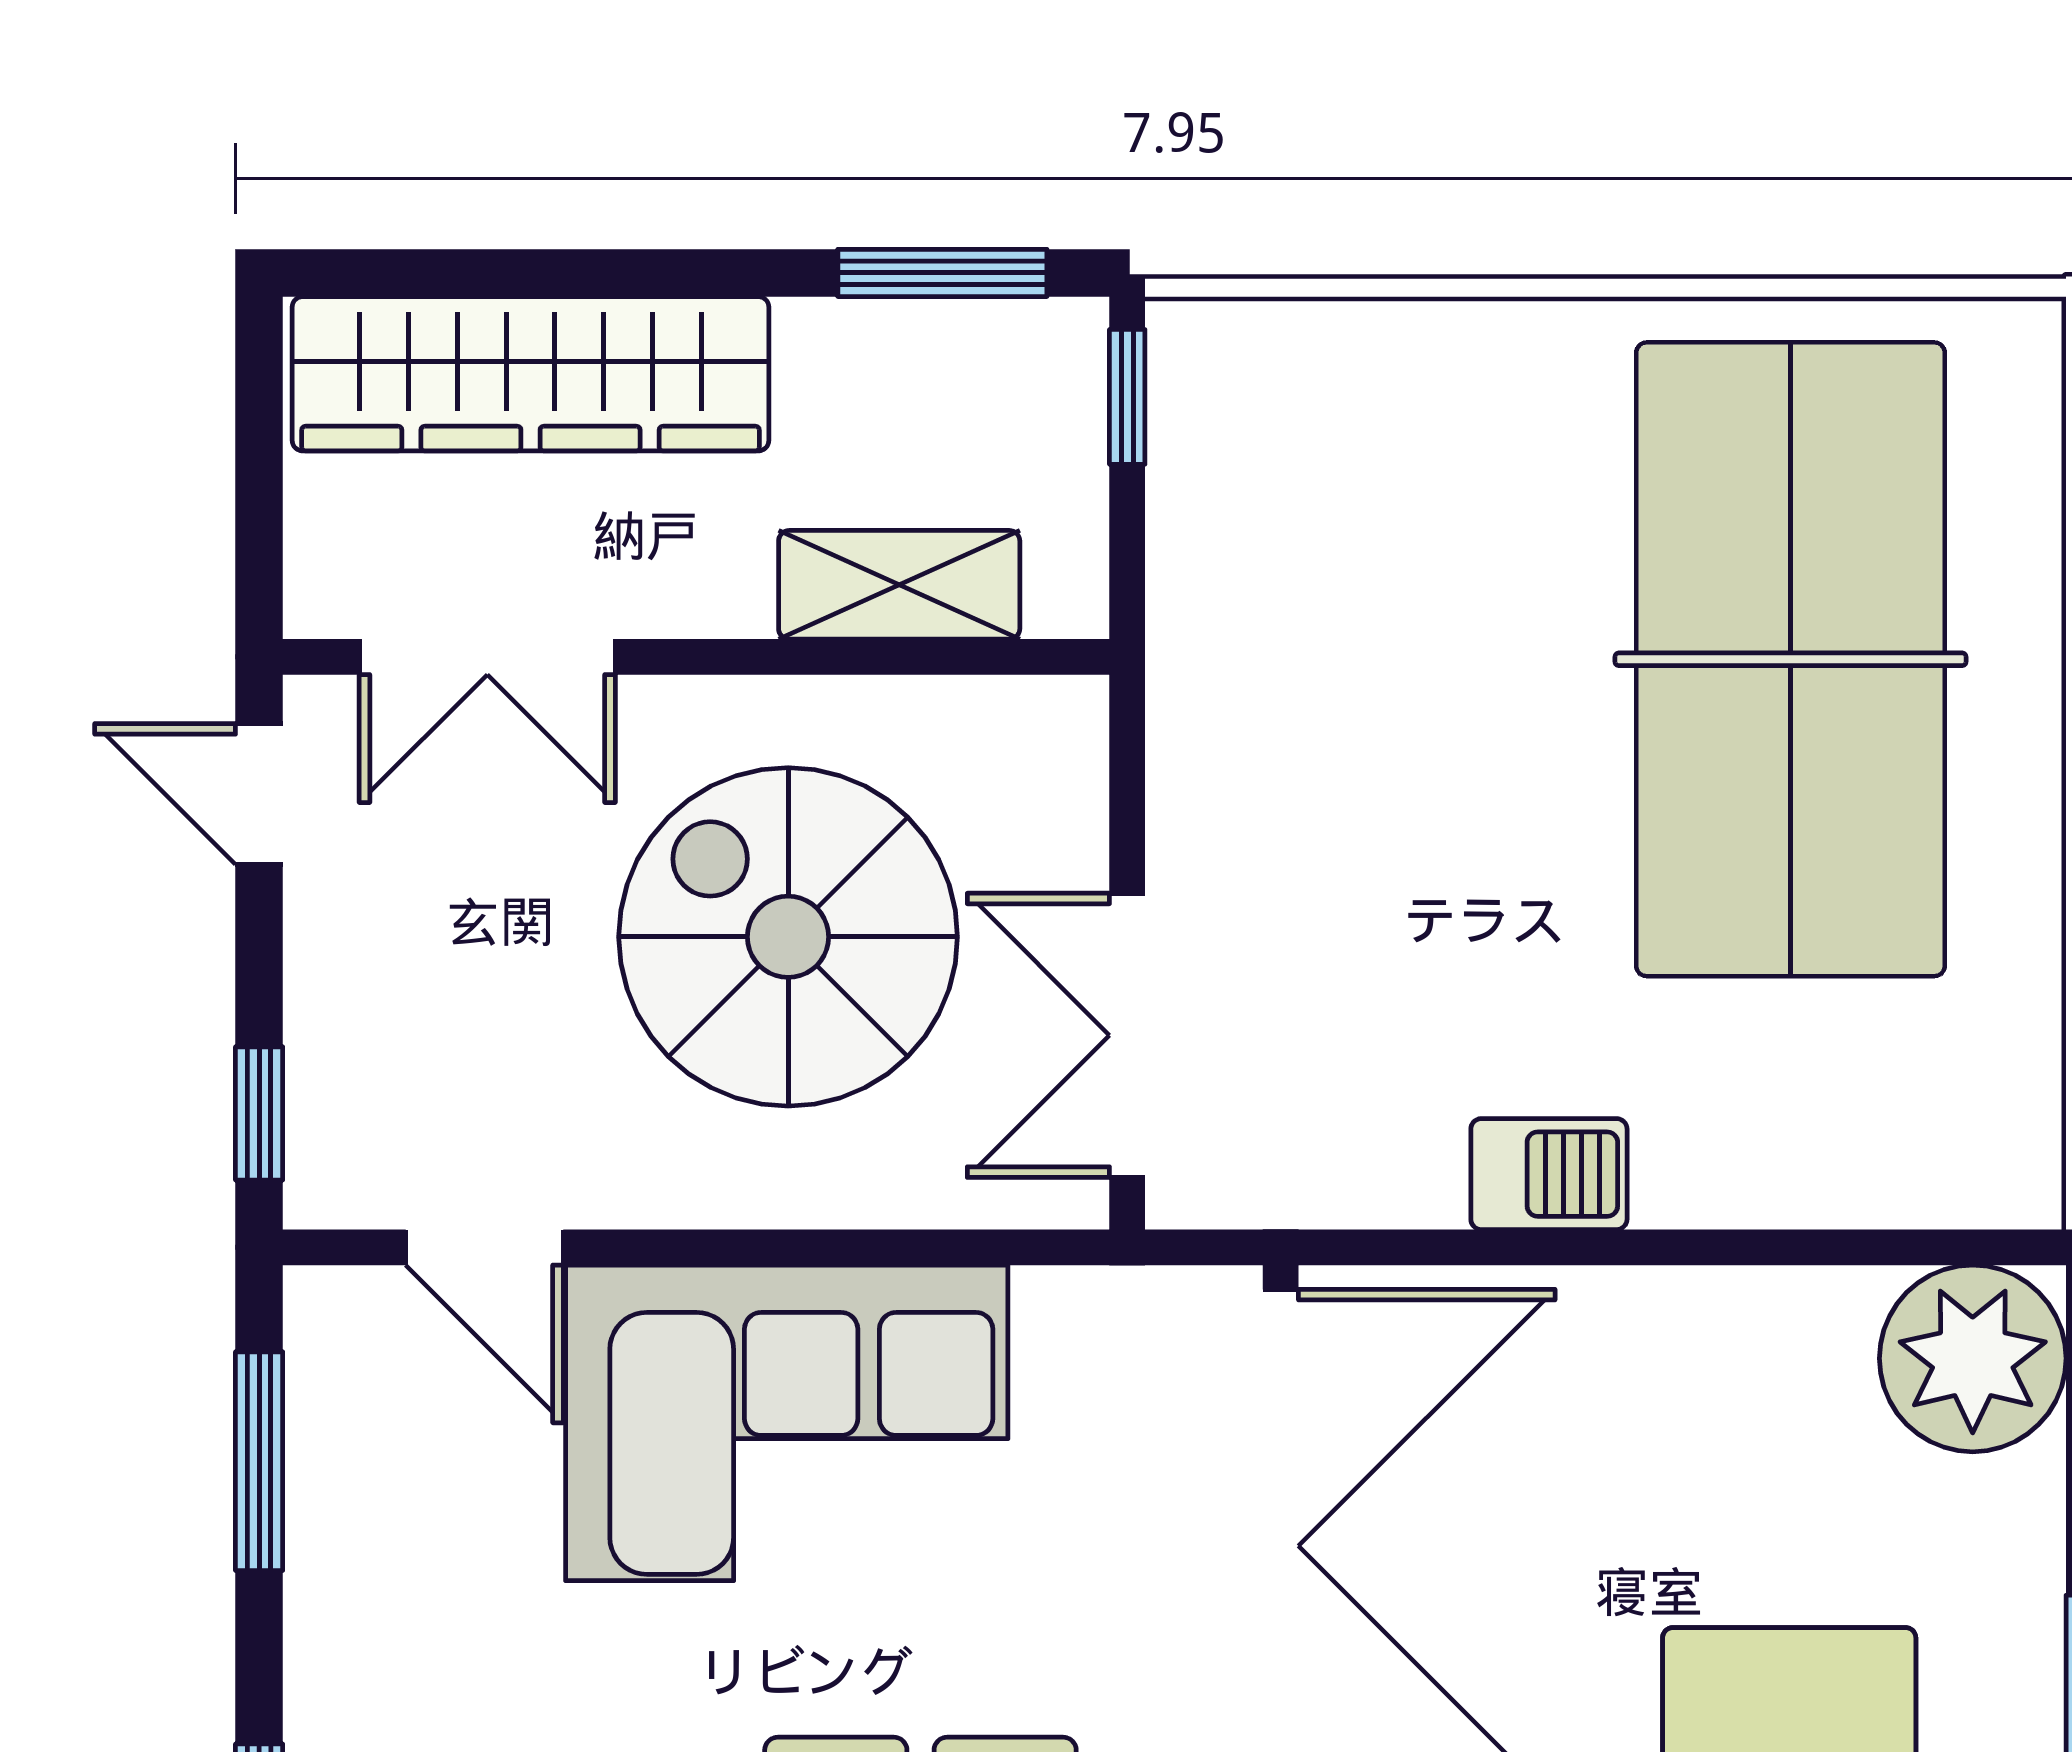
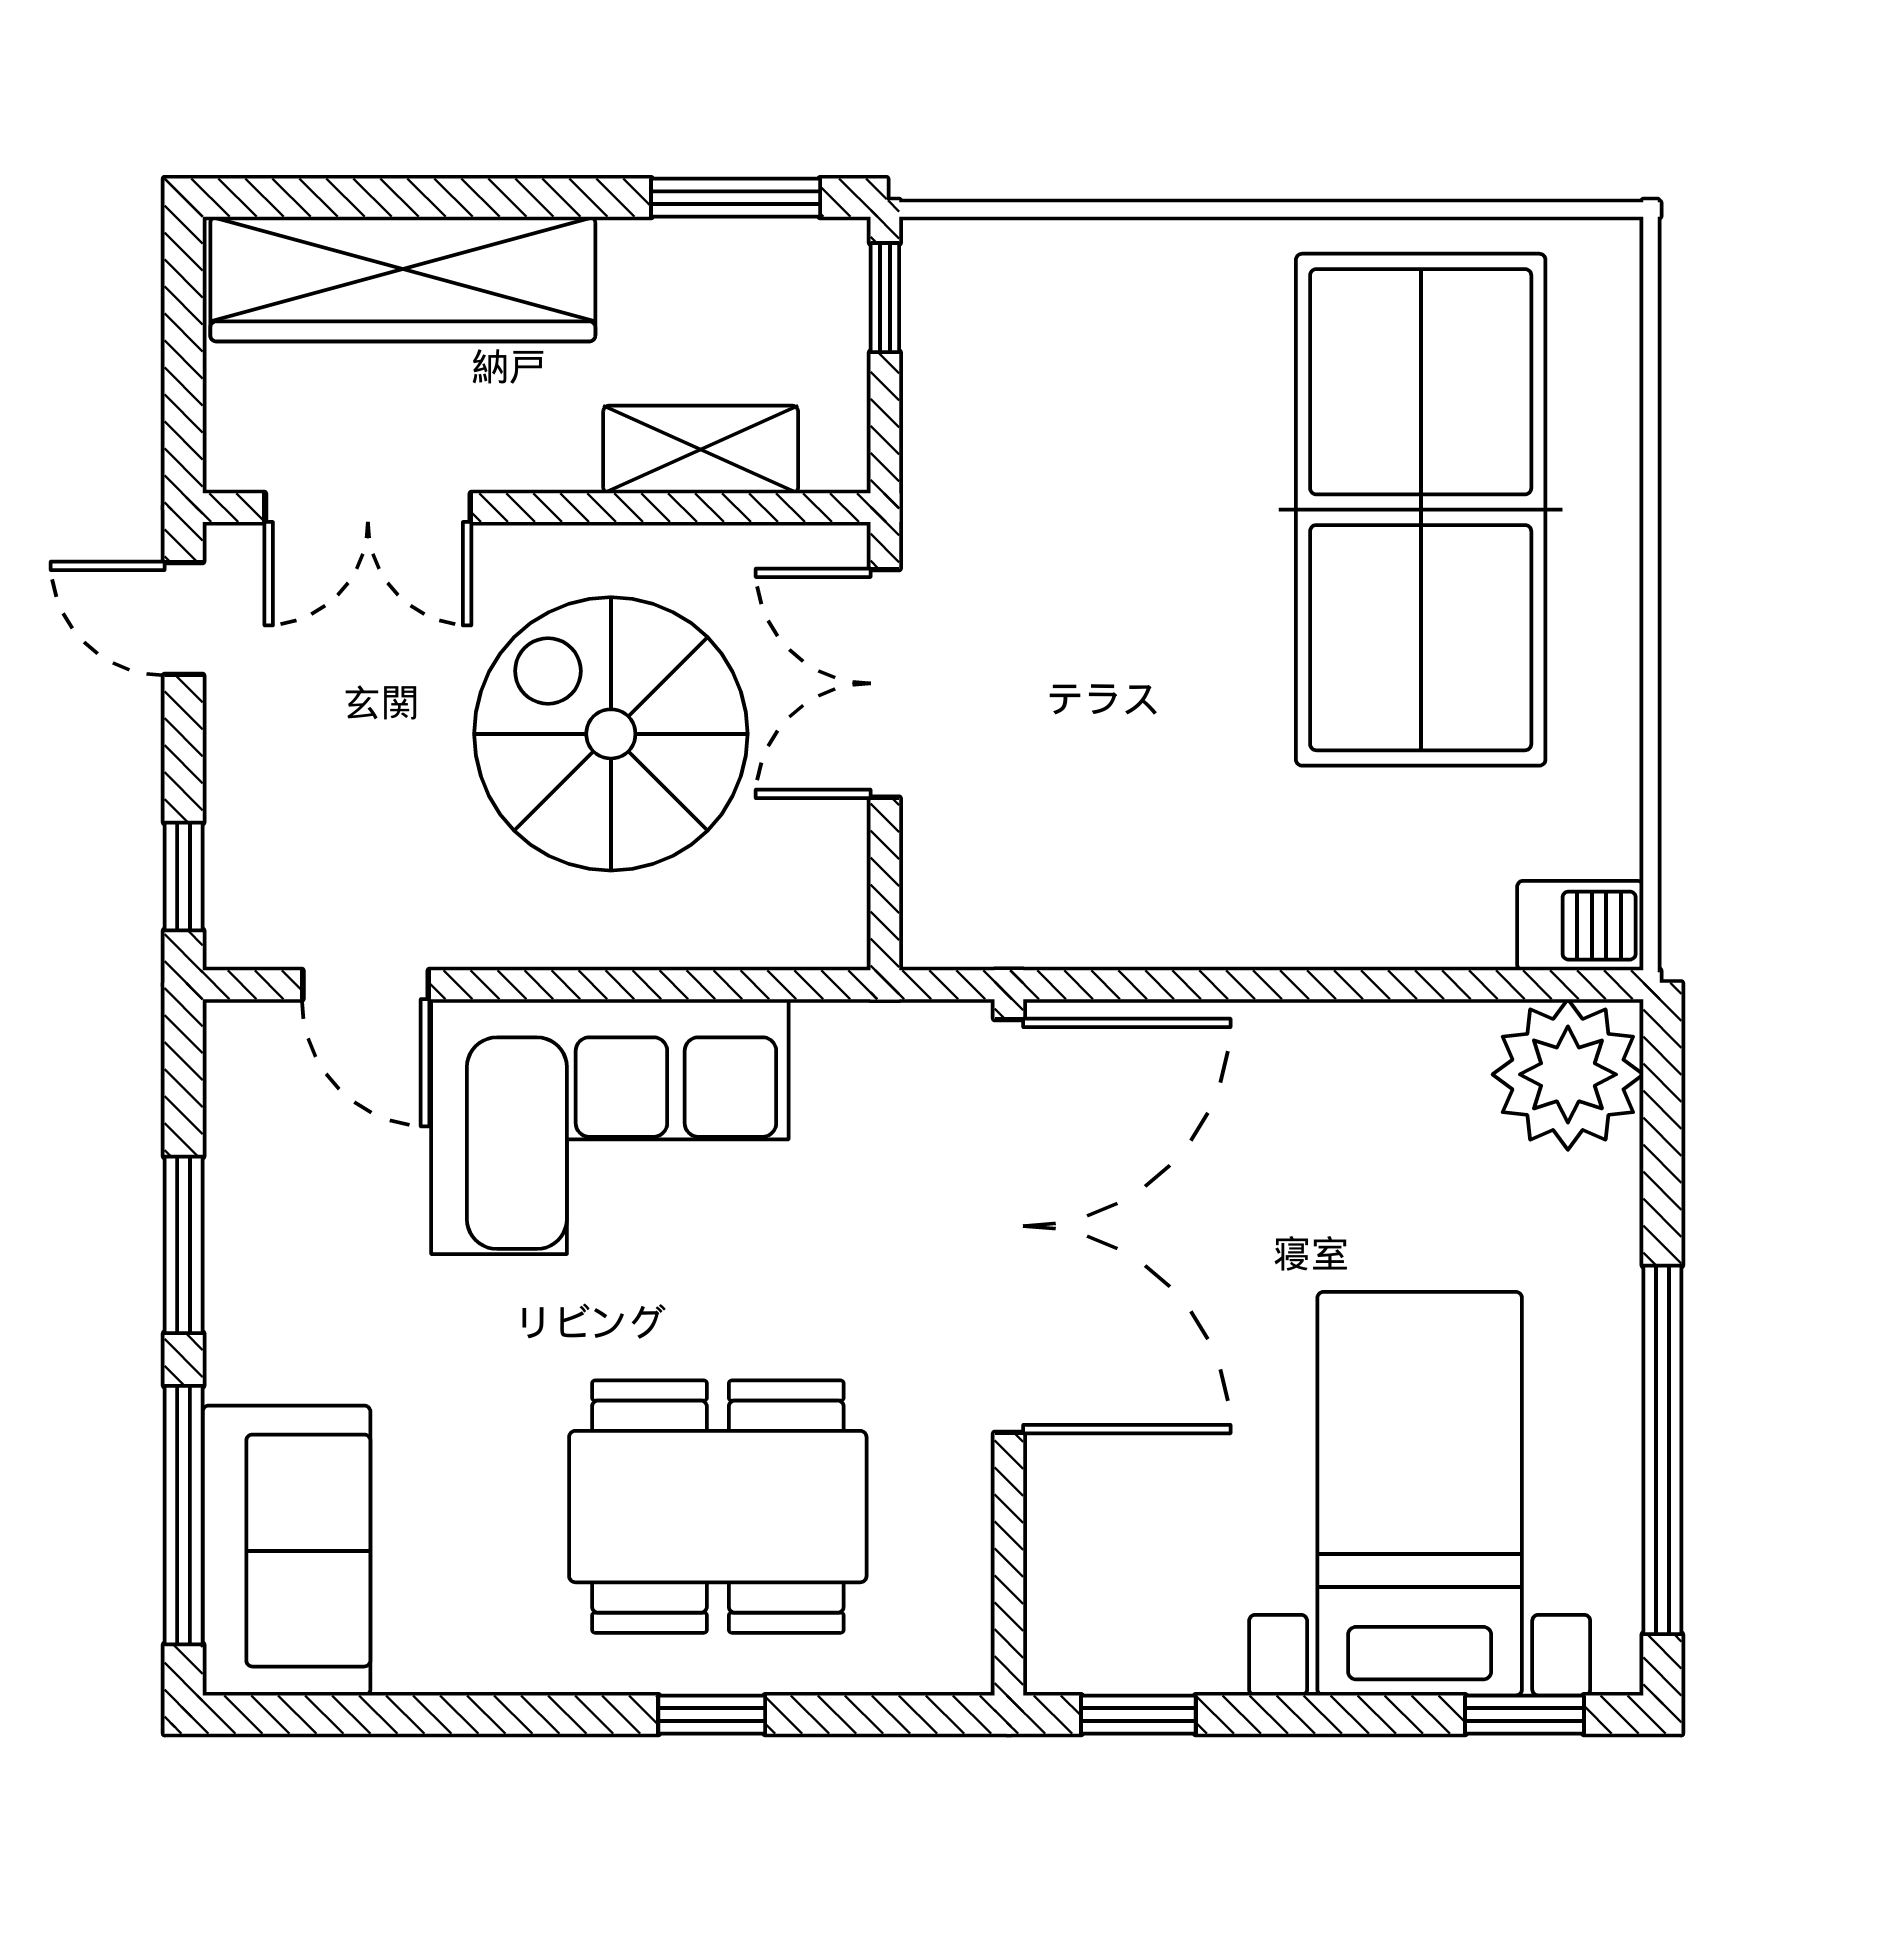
double door: (1127, 1035) -> (885, 683), moved
barbecue: (1549, 1174) -> (1580, 926), moved
window: (259, 1461) -> (184, 1245), moved

